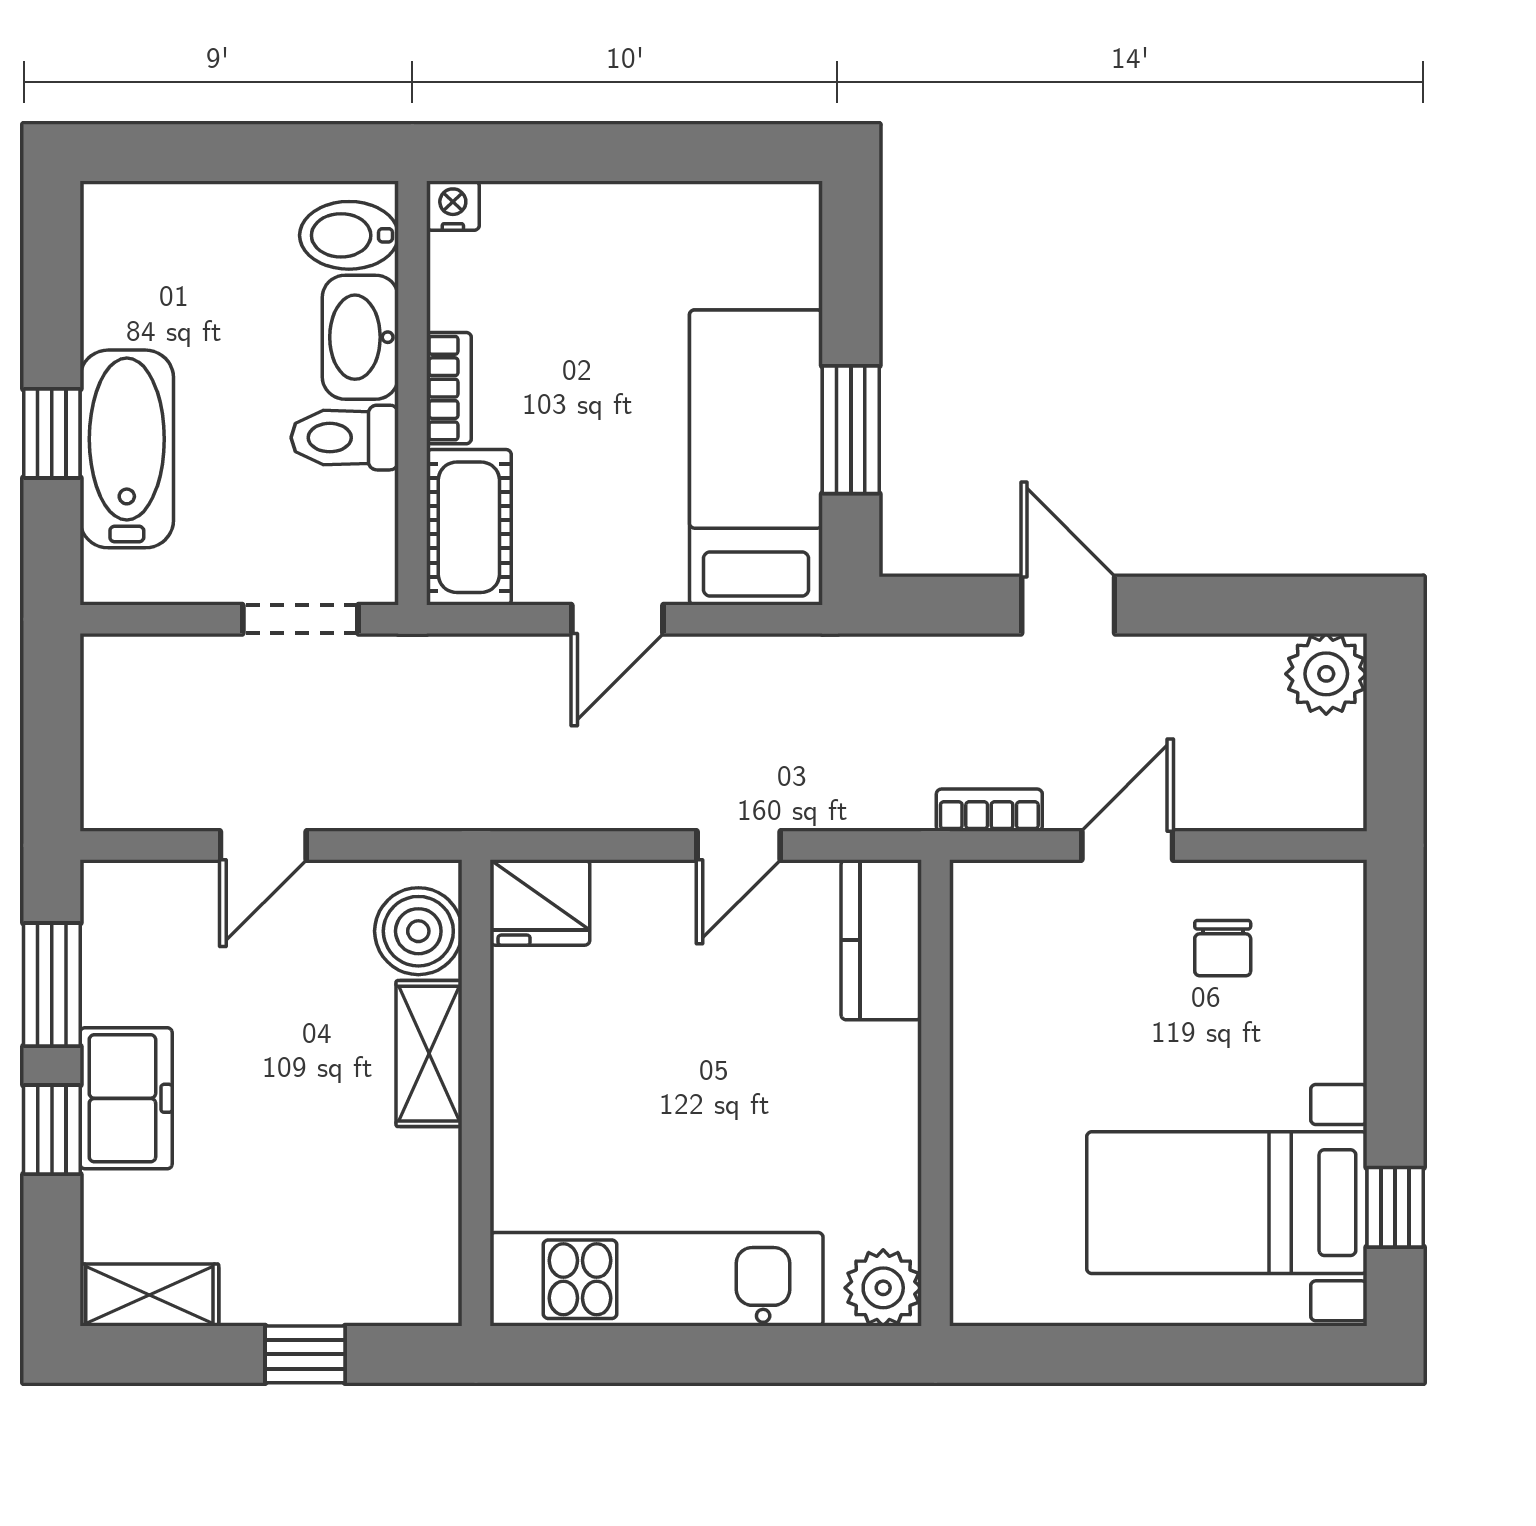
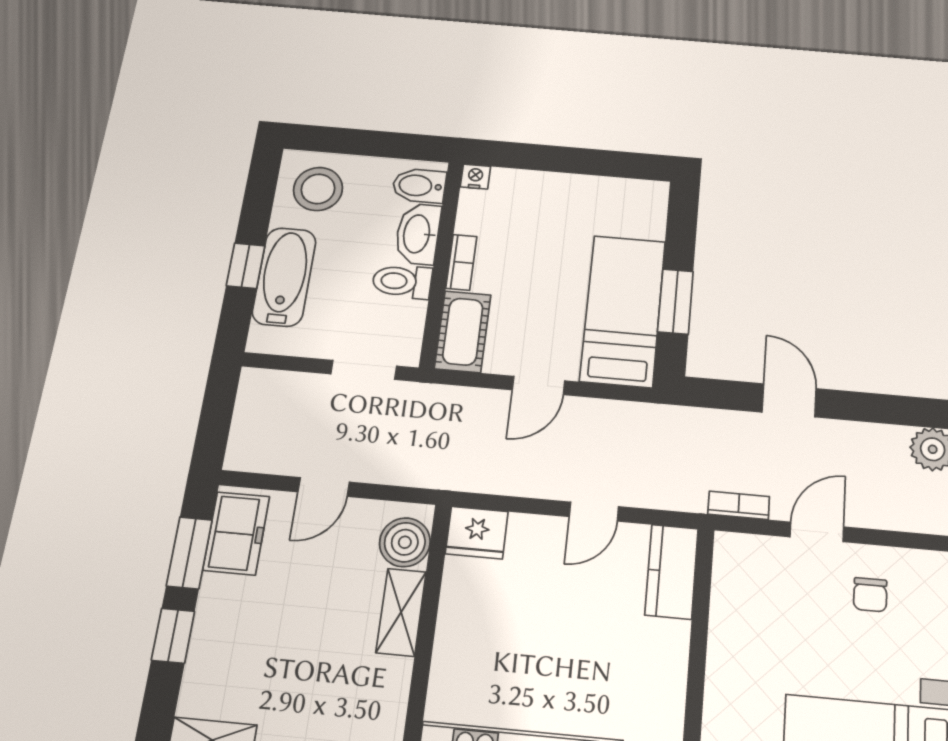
stool: (160, 261) -> (318, 189), added
freezer: (126, 1098) -> (236, 533), moved

